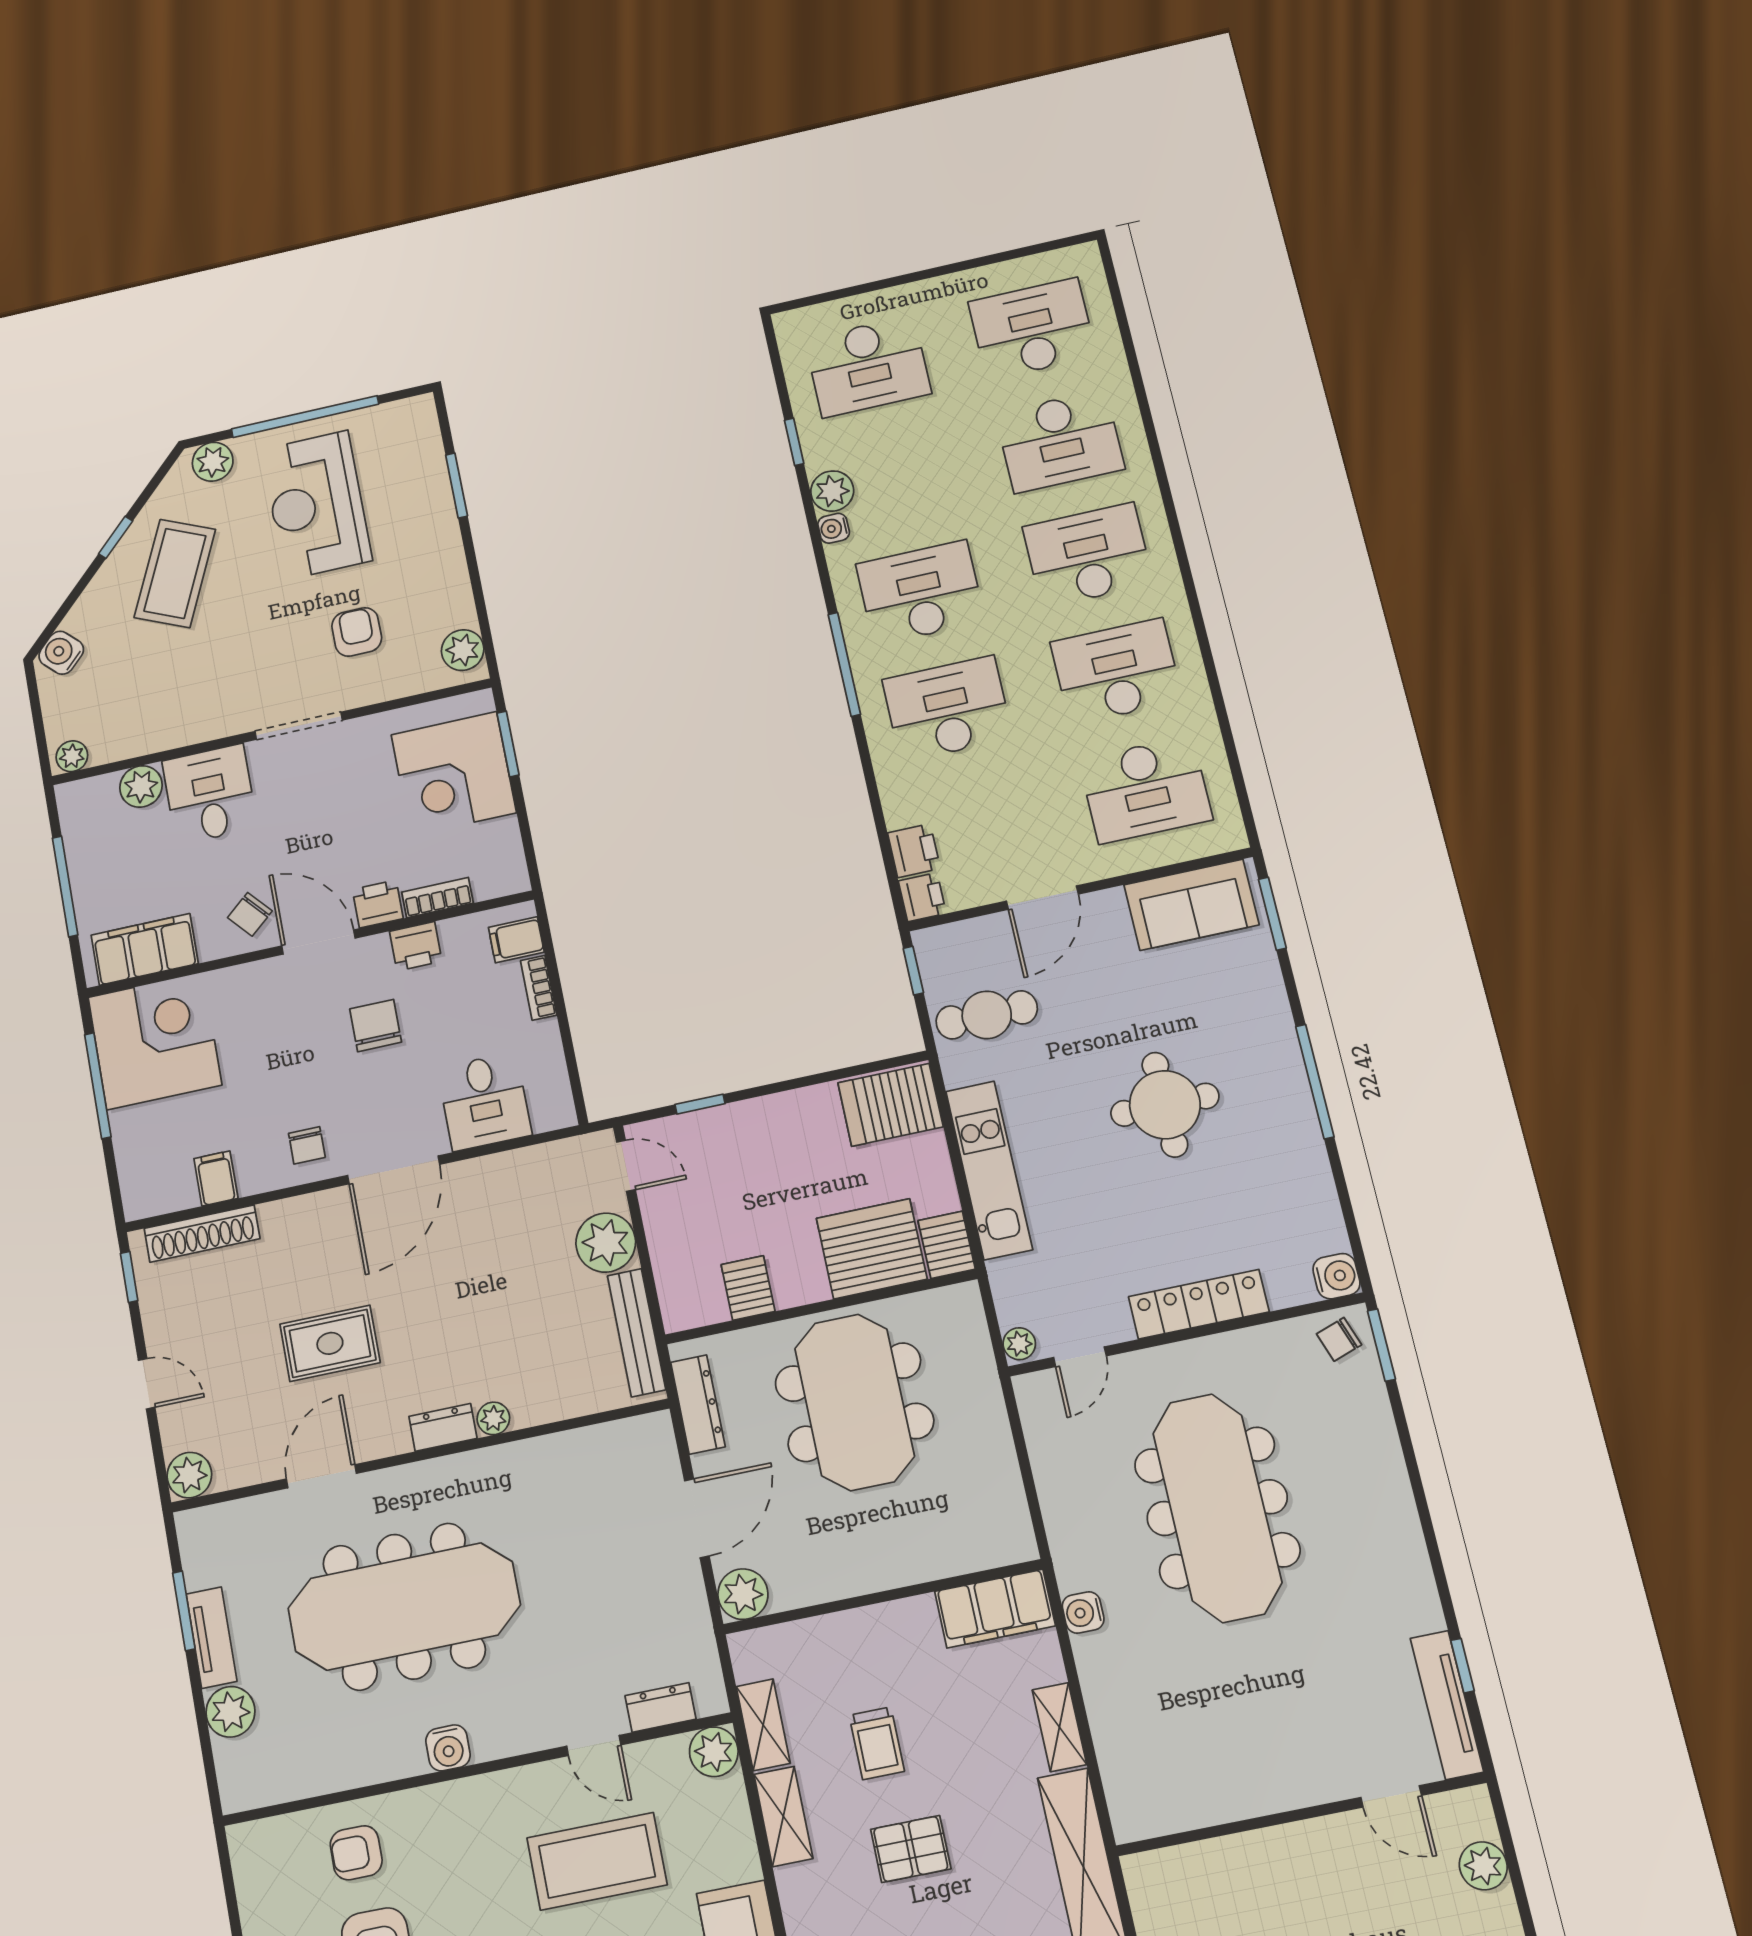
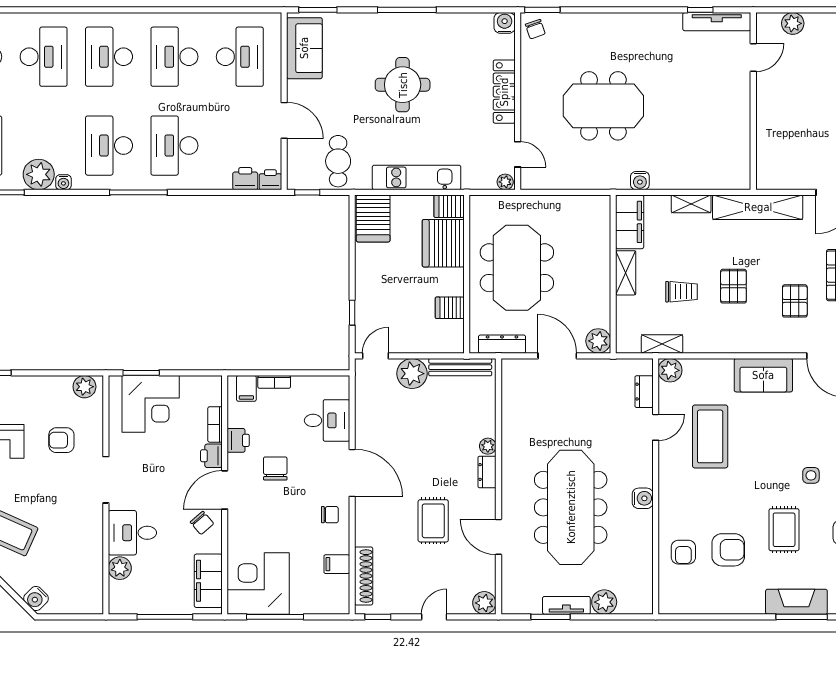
plant: (832, 491) -> (39, 174), width x1.36, depth x1.36
plant: (72, 756) -> (95, 602), removed
chair: (376, 1026) -> (275, 468), turned 90
meeting table: (854, 1402) -> (517, 268), turned 90
meeting table: (1217, 1508) -> (603, 106), width x0.73
shelving: (783, 1816) -> (626, 273), moved, turned 90

